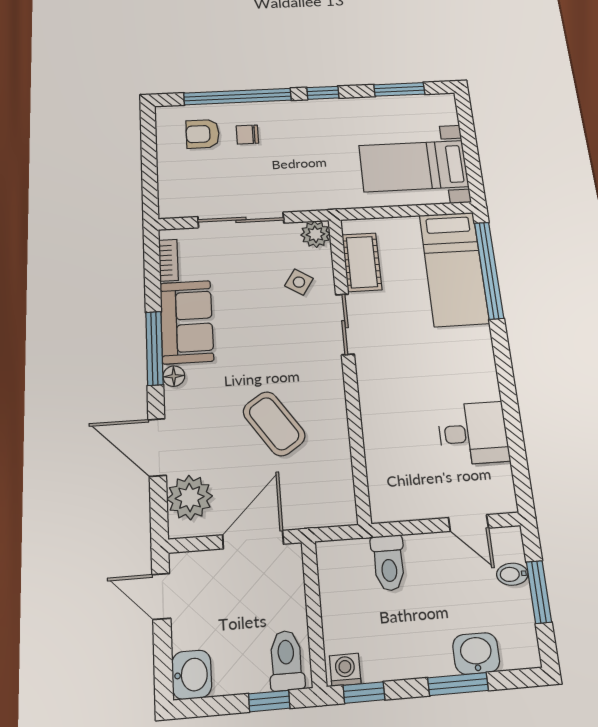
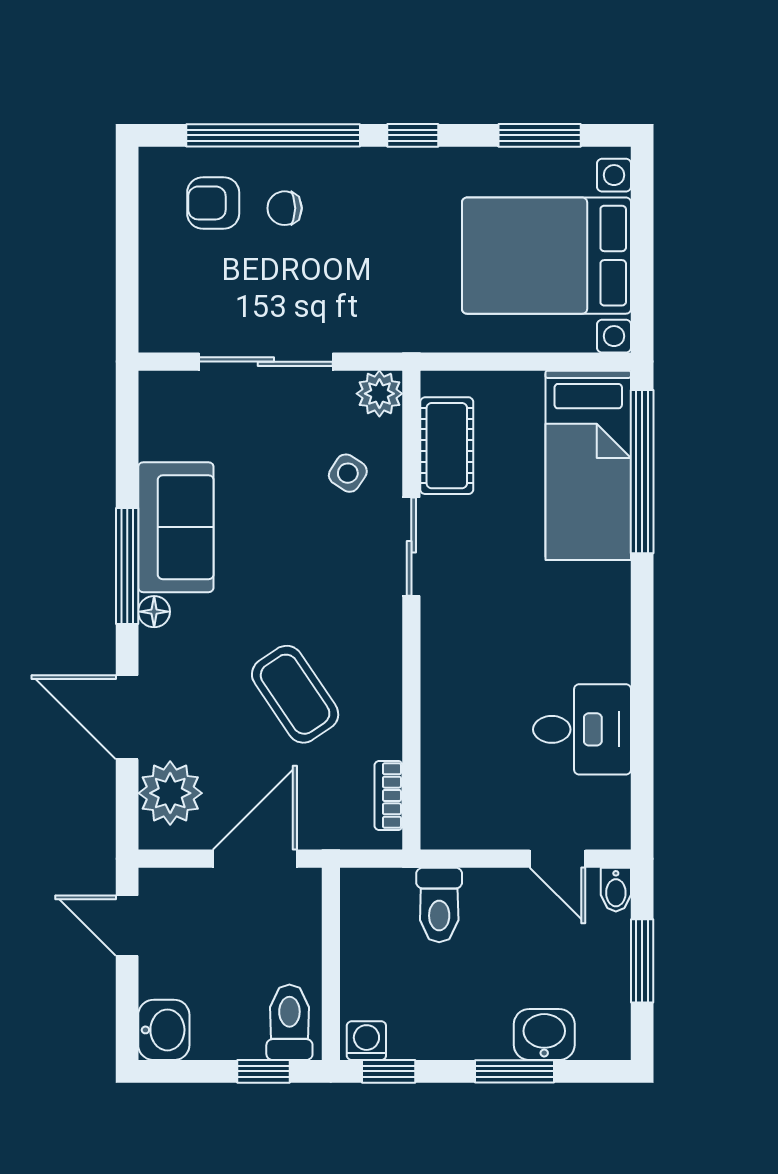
bed with nightstands: (414, 166) -> (547, 256), width x1.36
bookcase: (169, 260) -> (389, 796), moved, turned 180
bidet: (512, 574) -> (616, 890), moved, turned -90

